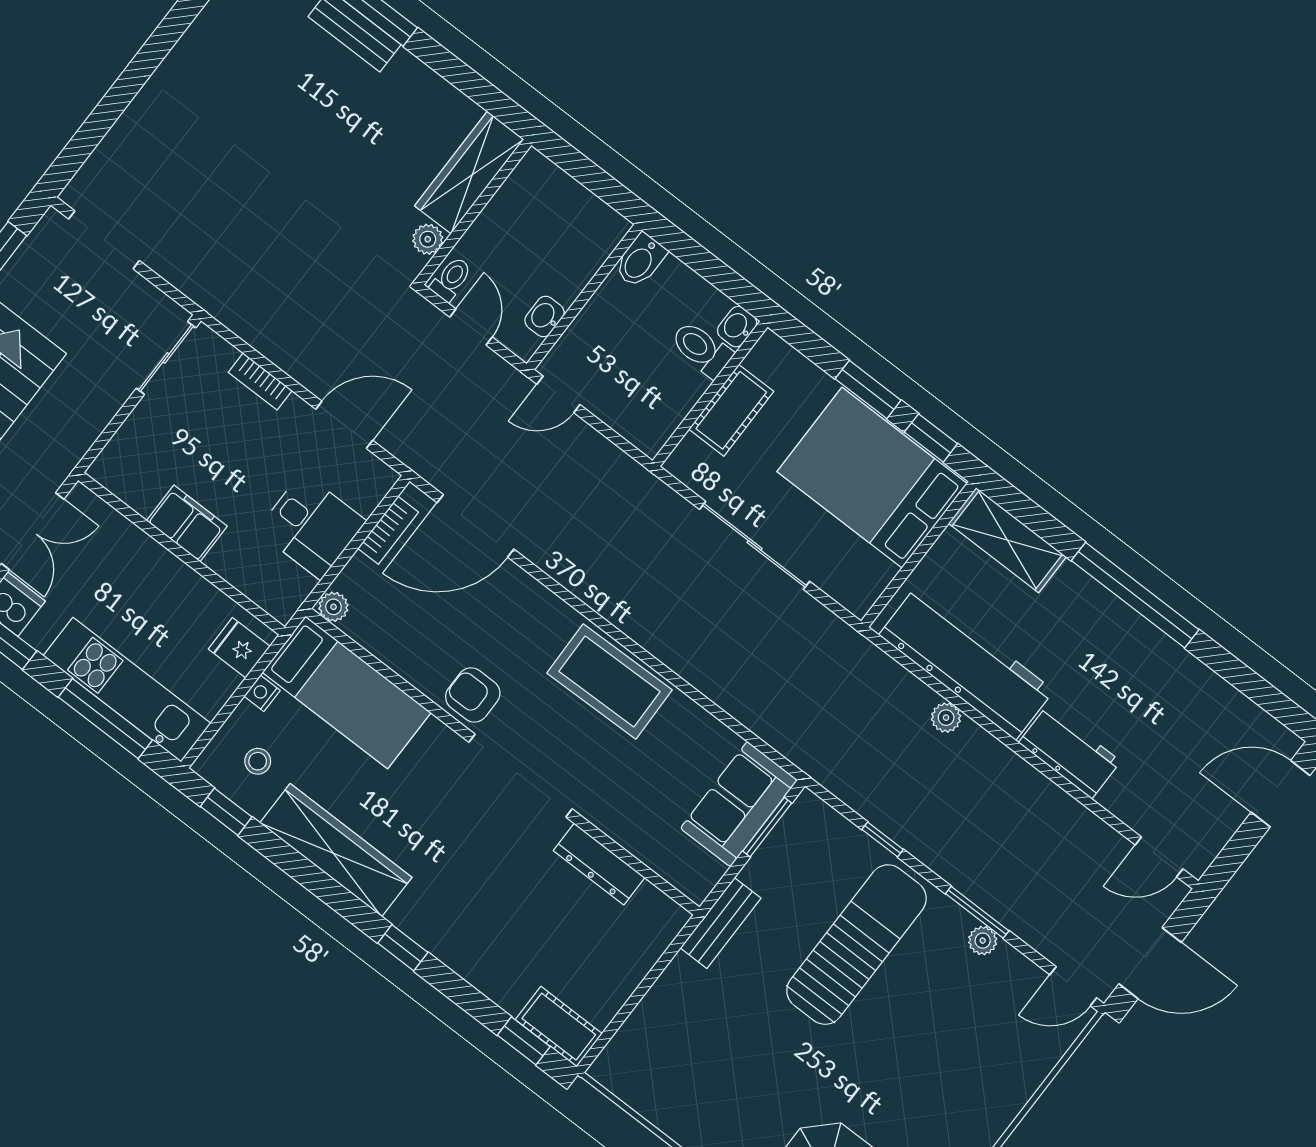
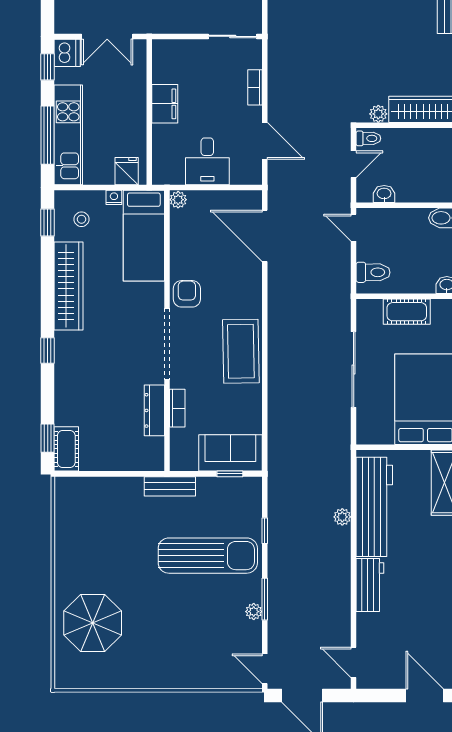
toilet: (702, 349) -> (373, 272), moved, turned 90
bookcase: (388, 530) -> (177, 408), moved, turned -90
window: (767, 827) -> (230, 474), width x0.67

